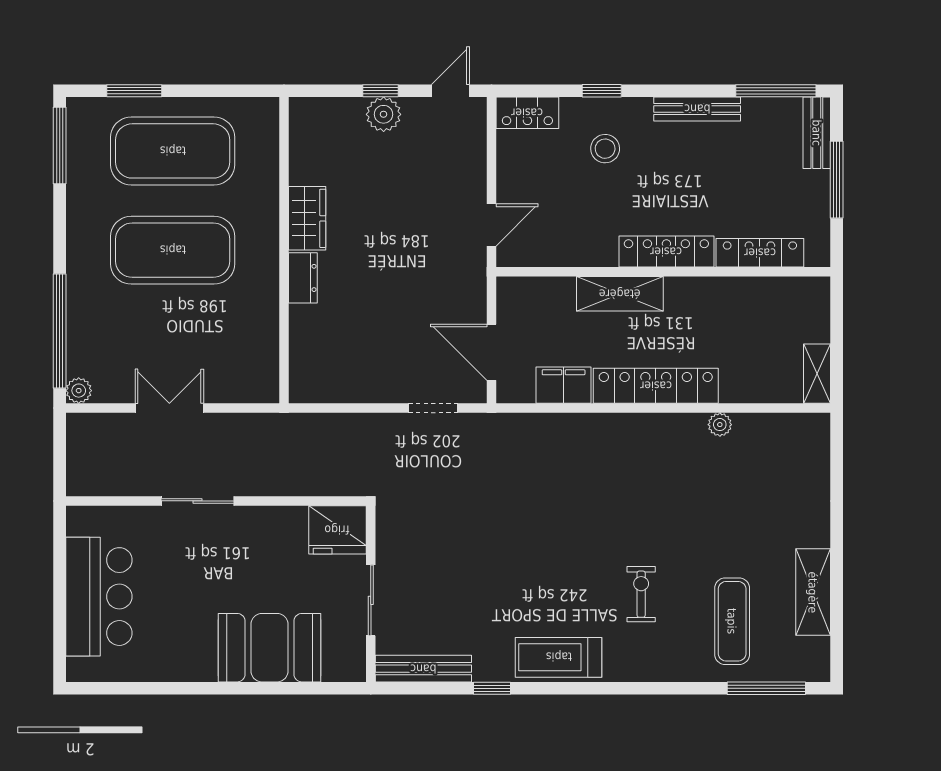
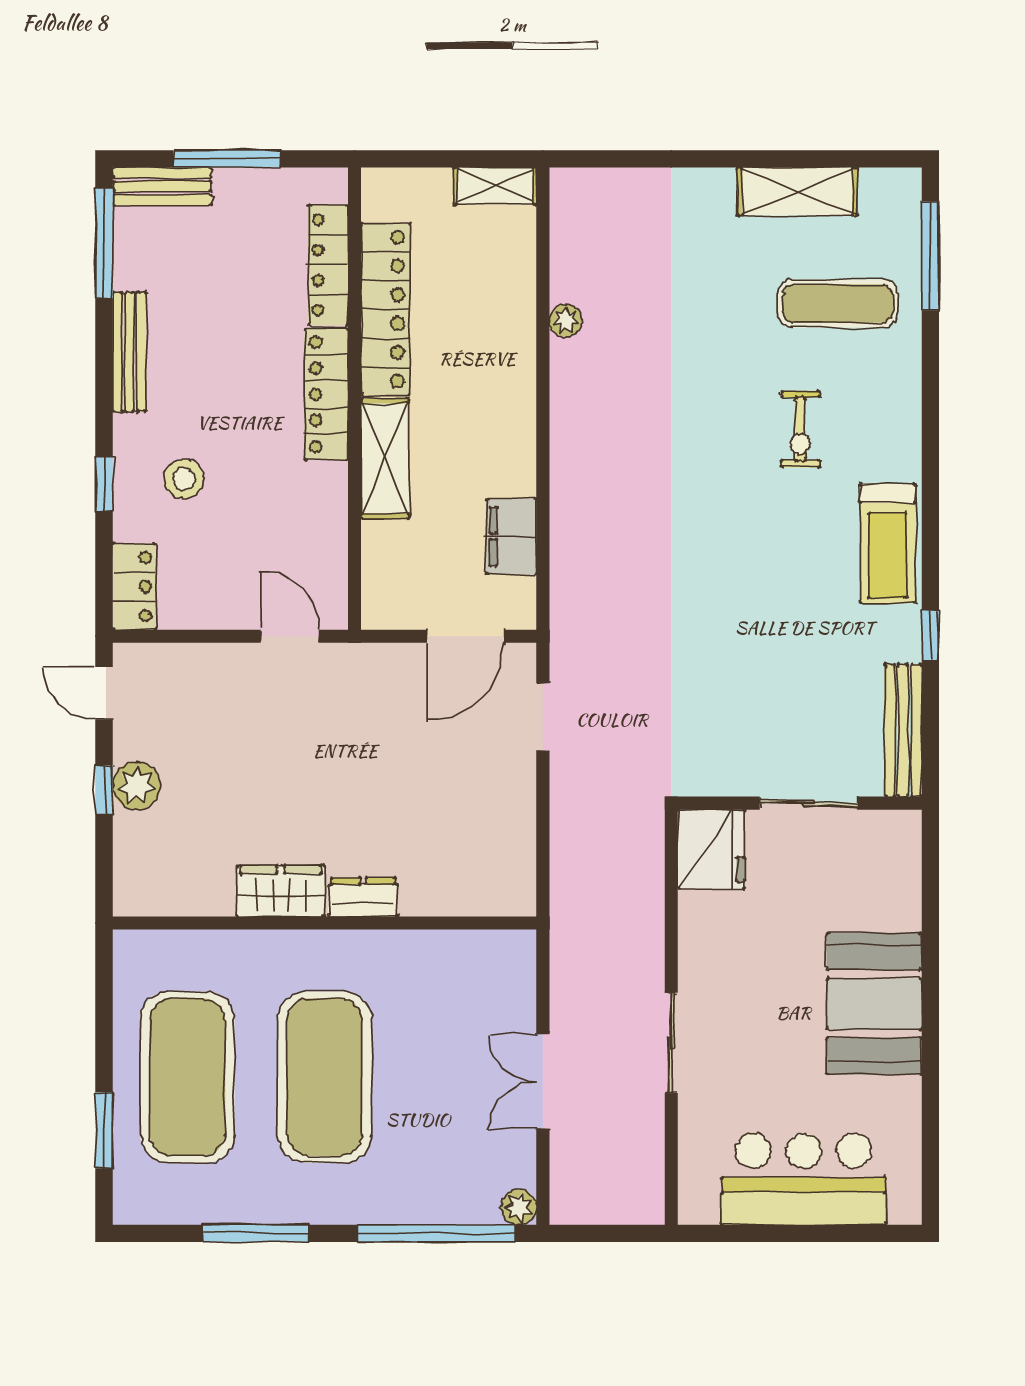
window: (60, 145) -> (255, 1233), moved
locker: (656, 386) -> (385, 309), moved, turned 180
exercise bike: (641, 594) -> (800, 429), turned -90
booth: (270, 648) -> (874, 1004), moved

